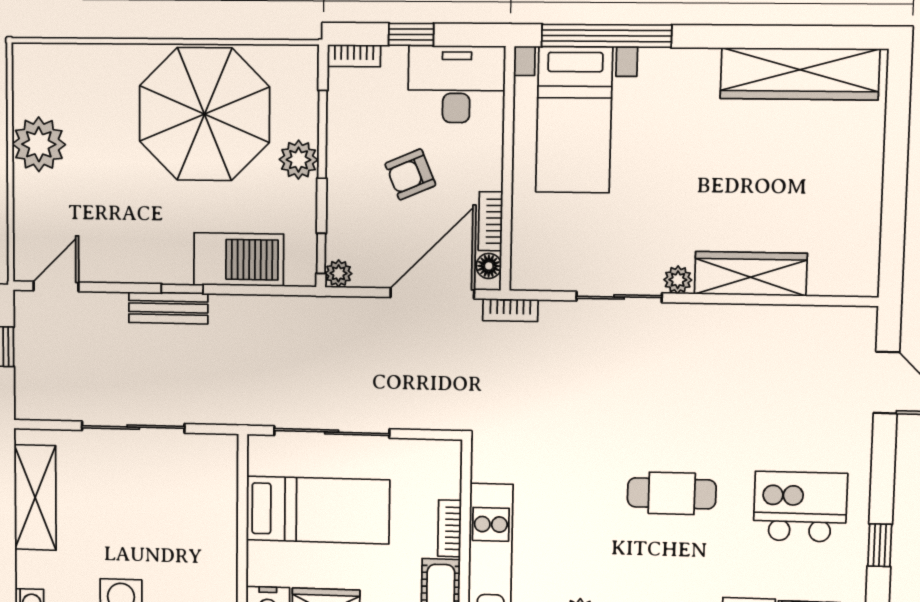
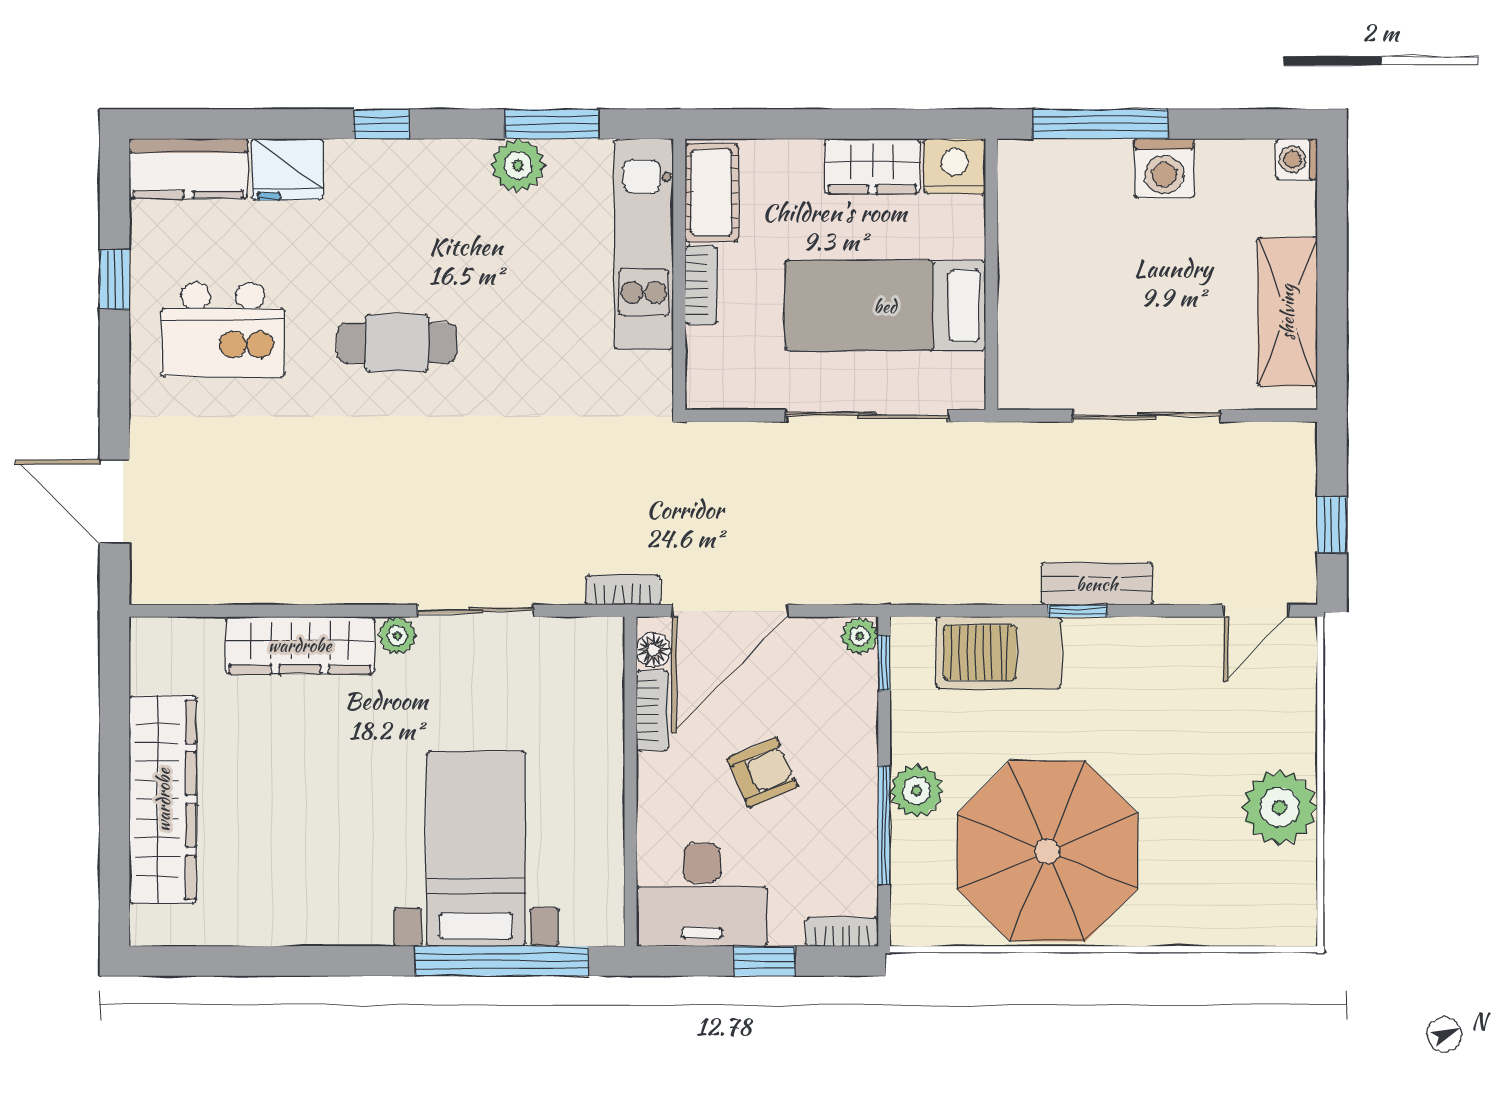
wardrobe: (800, 74) -> (163, 800), moved, turned 90
bed with nightstands: (574, 120) -> (476, 849), moved

